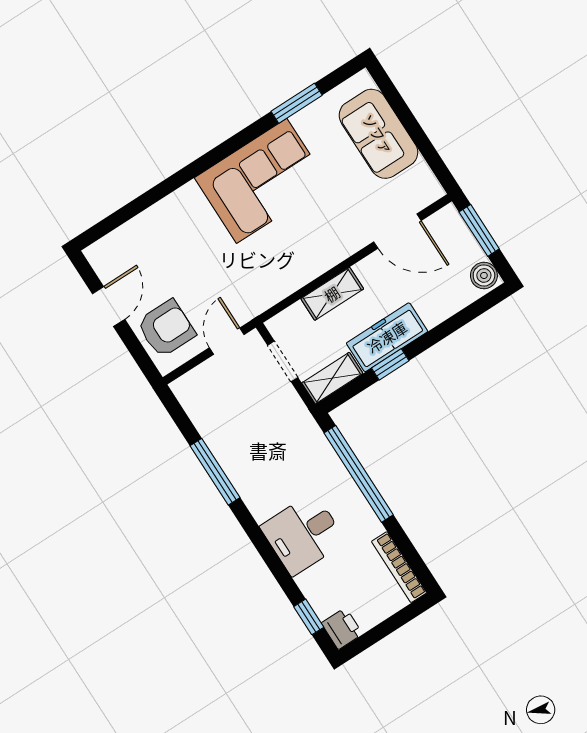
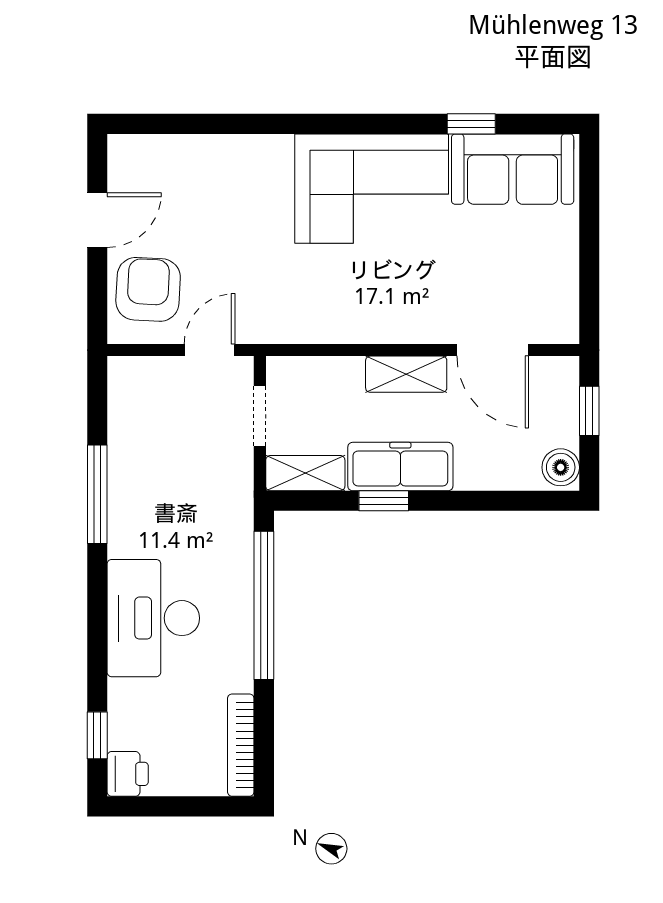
window: (297, 103) -> (471, 124), width x0.67
sofa: (378, 134) -> (513, 169), moved, turned -90
window: (479, 230) -> (589, 411), width x0.67
shelving: (332, 294) -> (406, 374), moved
armchair: (166, 328) -> (148, 289), turned -87
desk: (303, 534) -> (153, 618), width x1.37

